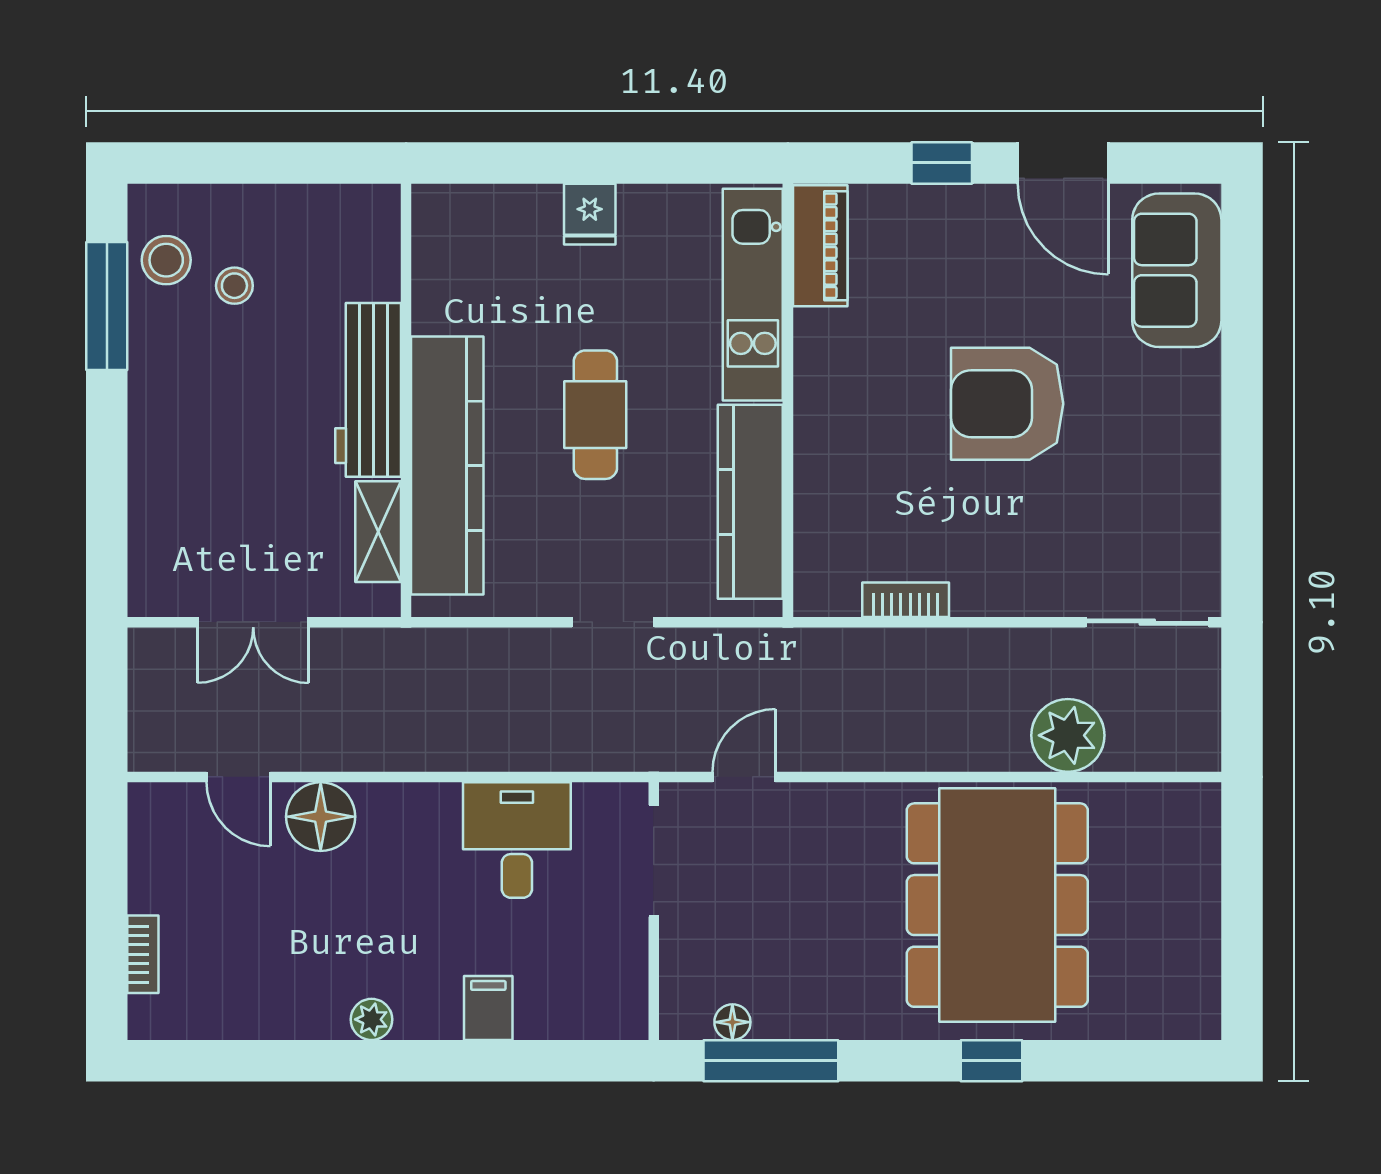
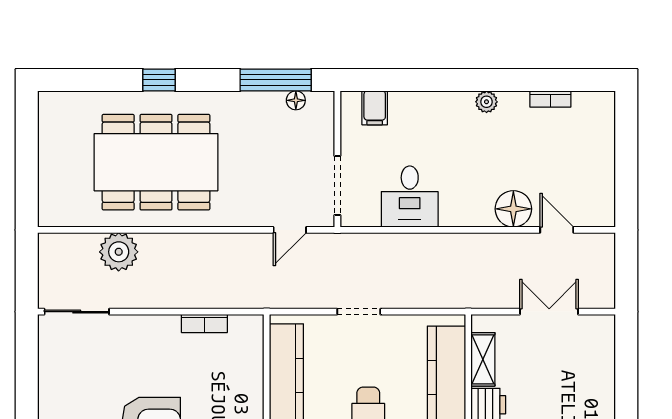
dining table: (997, 905) -> (156, 162), turned 90
bookcase: (143, 954) -> (550, 99), moved, turned -90
filing cabinet: (488, 1008) -> (375, 108), moved

